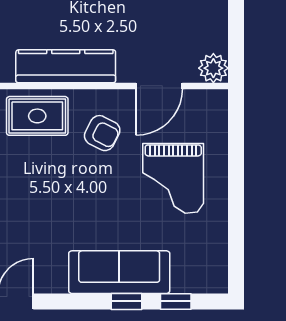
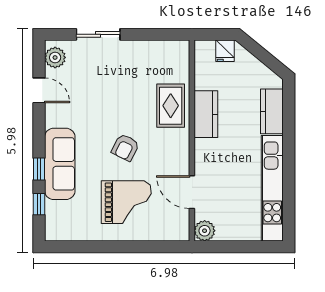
kitchen counter: (66, 66) -> (206, 114), width x0.67
armchair: (102, 133) -> (125, 147), moved
grand piano: (173, 178) -> (126, 202), turned 180

